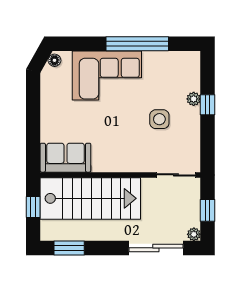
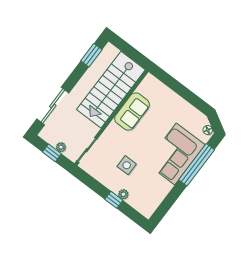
window: (137, 44) -> (197, 165), moved
sofa: (65, 158) -> (132, 111), moved
window: (33, 207) -> (131, 52), removed
plant: (194, 234) -> (61, 147), moved

